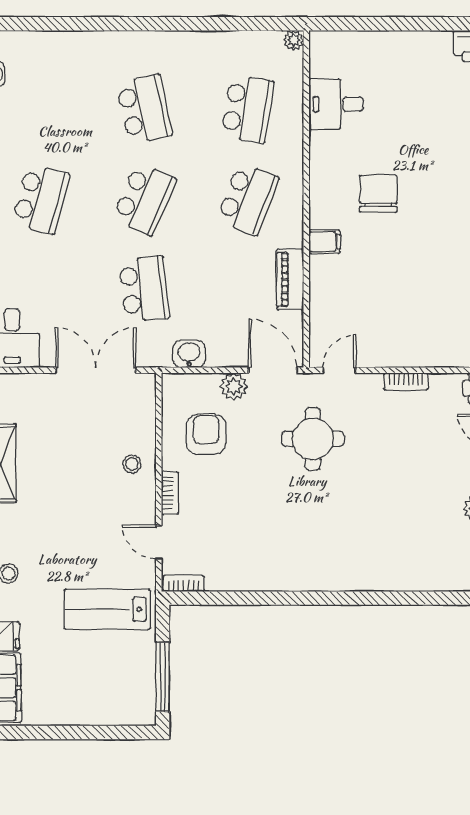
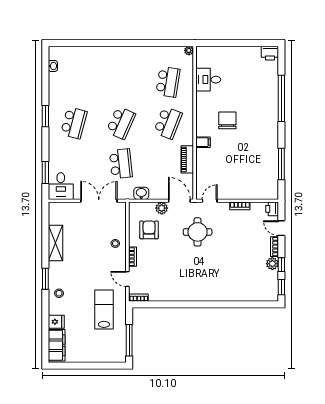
school desk: (144, 109) -> (121, 82), removed
lab bench: (107, 609) -> (104, 309), turned 90

